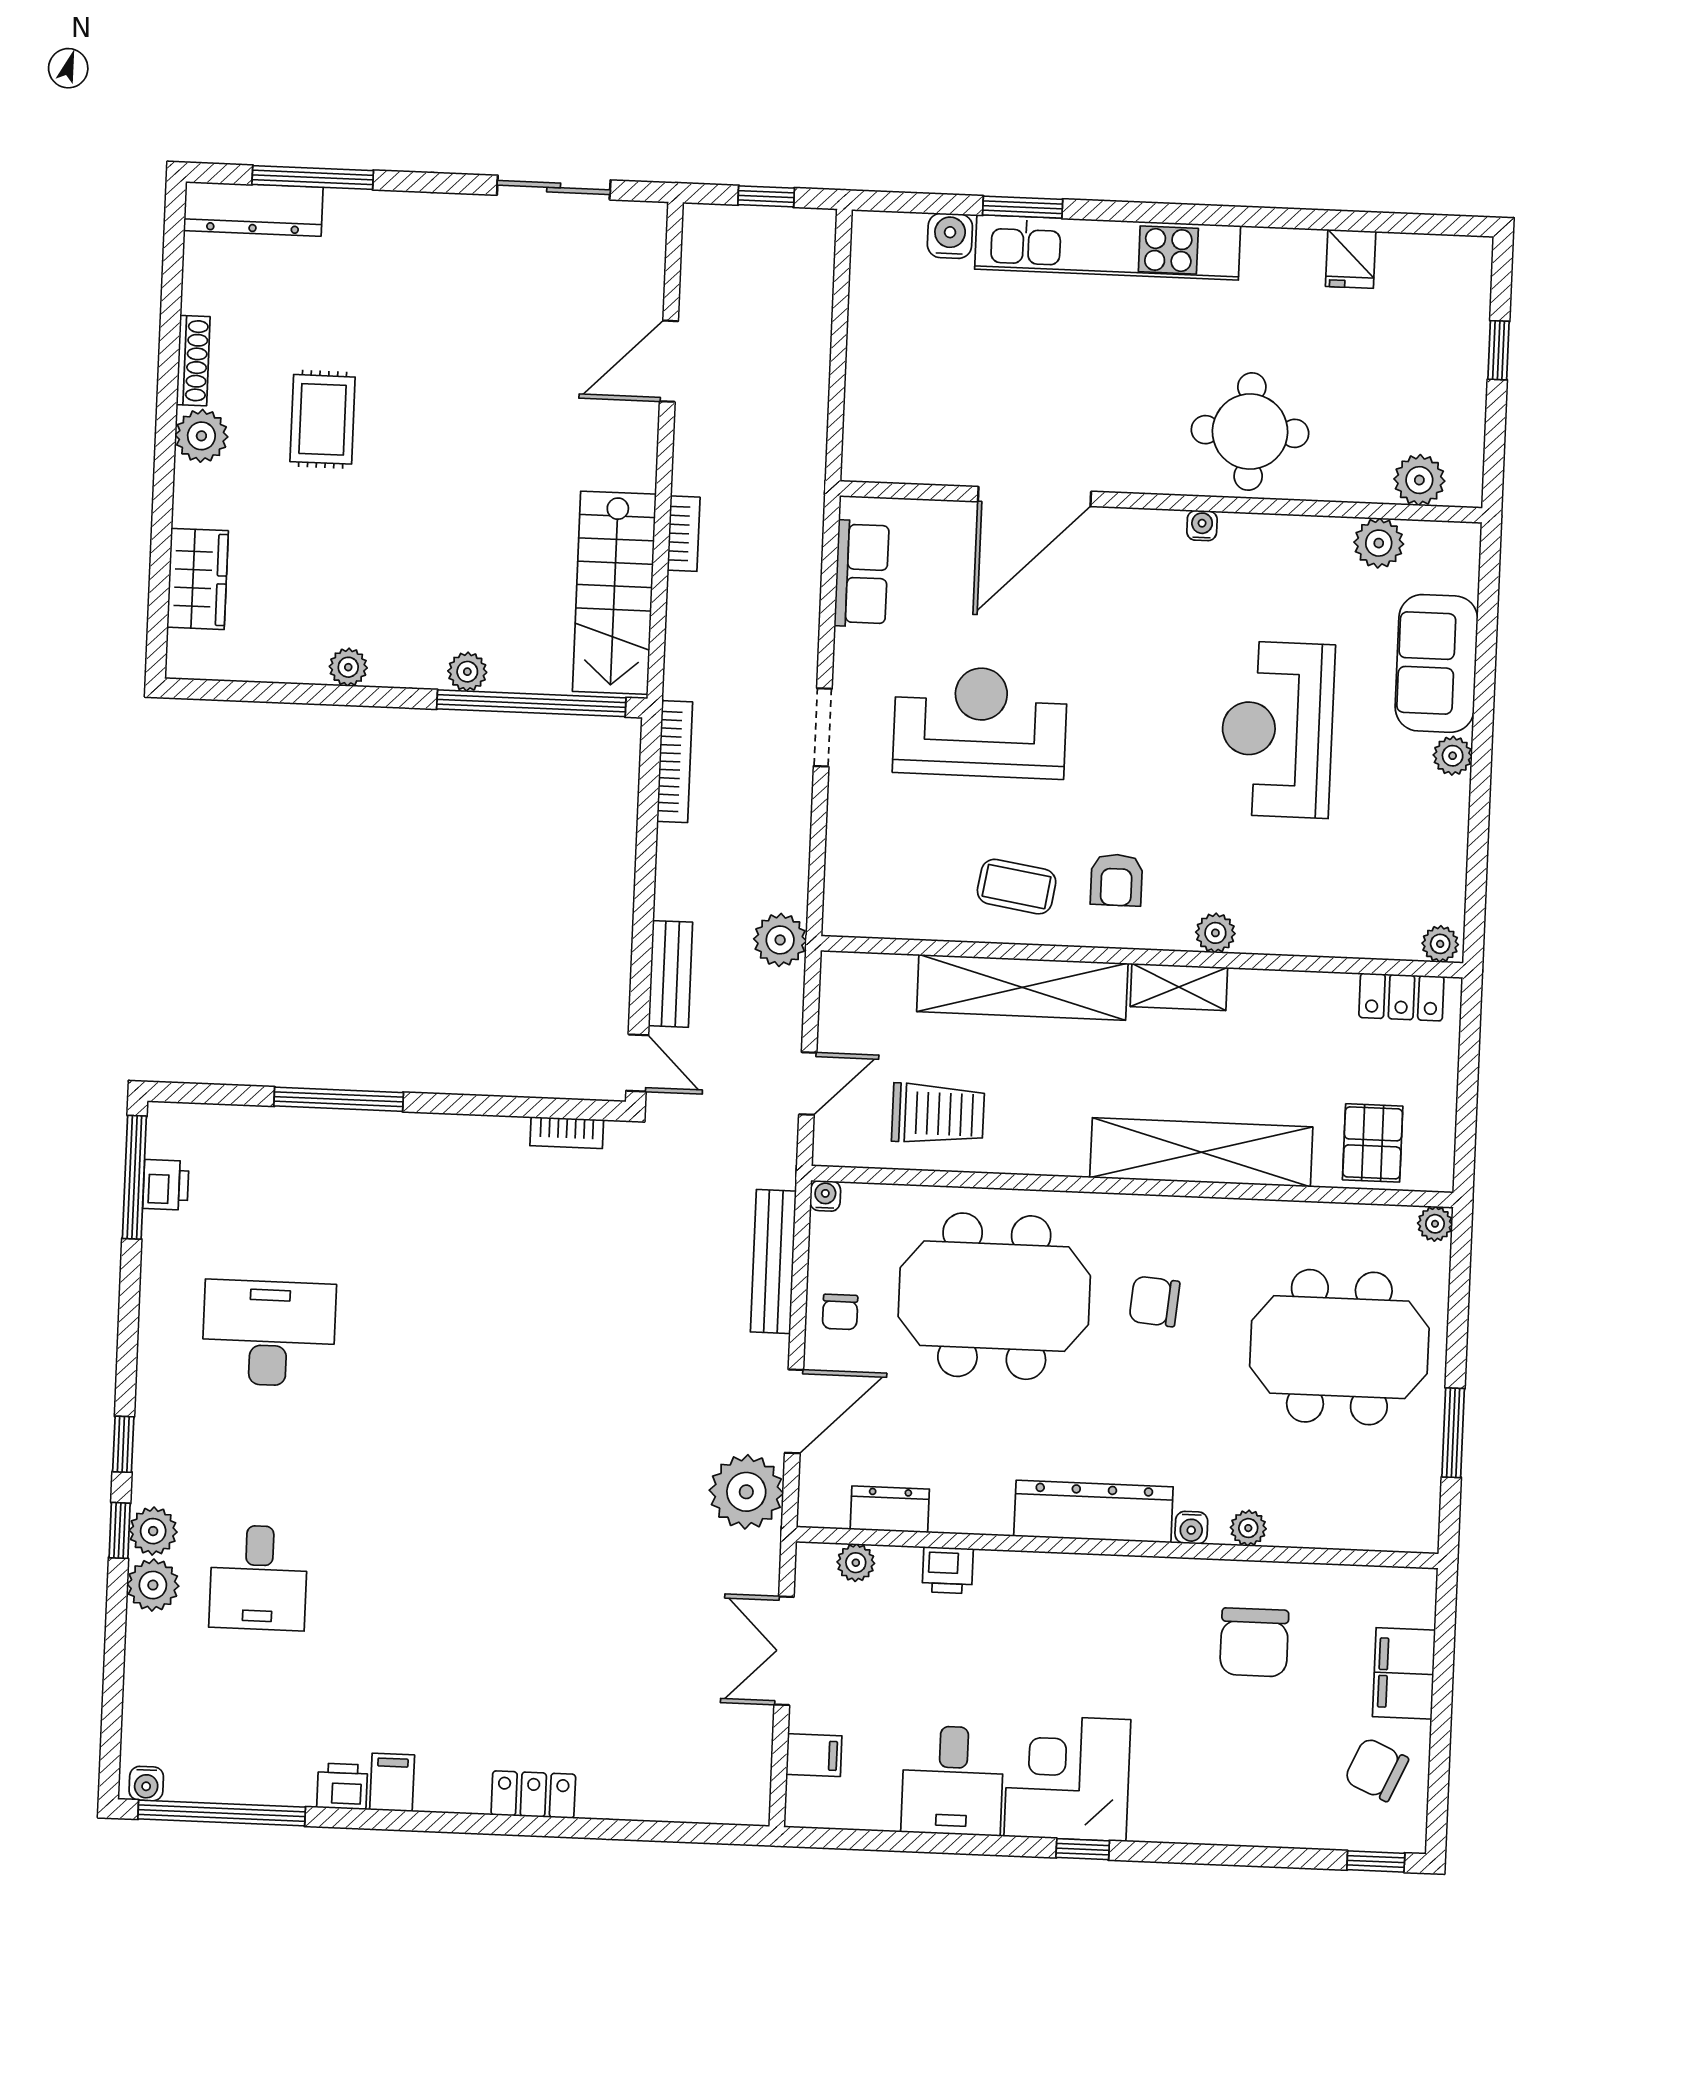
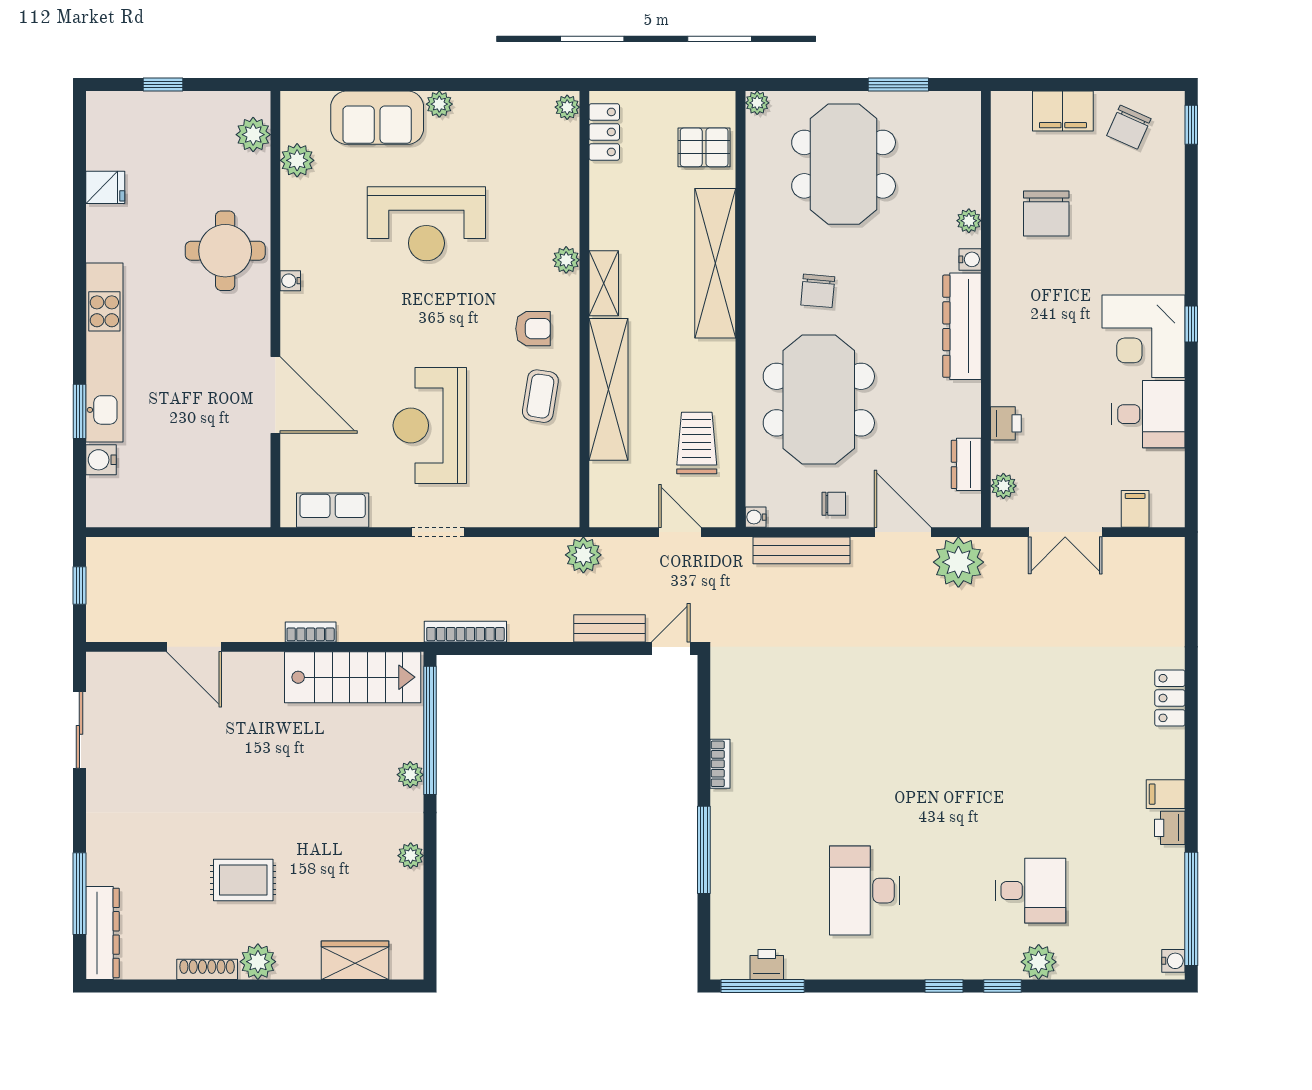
bookcase: (567, 1133) -> (720, 764), moved
plant: (153, 1531) -> (1002, 963), removed
chair: (1254, 1642) -> (1046, 213), turned 90

